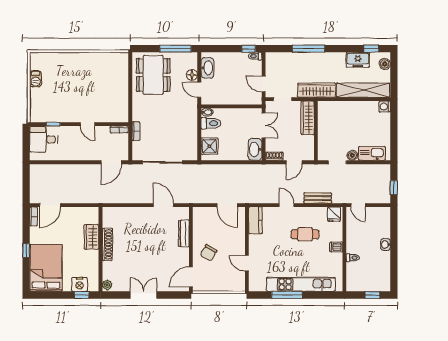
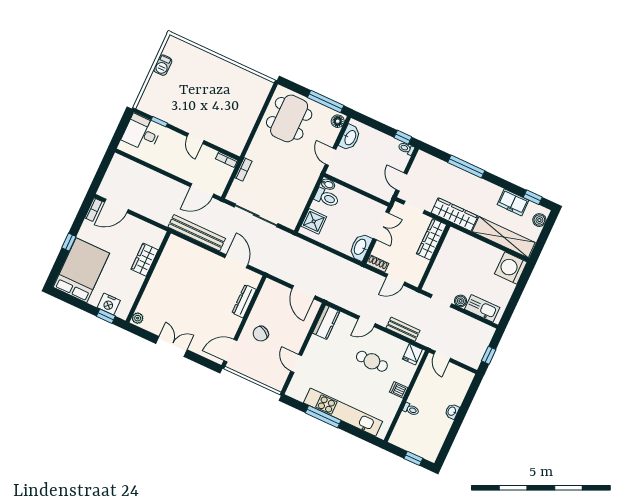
floor lamp: (192, 75) -> (338, 121), moved
washing machine: (385, 107) -> (511, 268), width x1.89, depth x1.89
bench: (122, 197) -> (197, 233), added
door: (287, 205) -> (367, 321), swing flipped
shoe rack: (107, 244) -> (158, 275), removed

